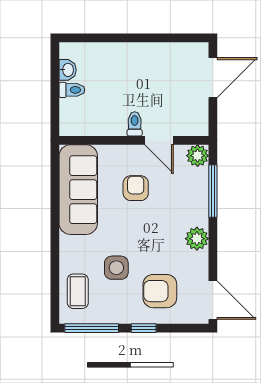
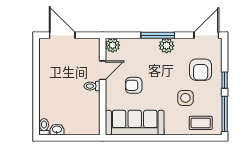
toilet: (72, 90) -> (44, 127), moved
window: (213, 191) -> (158, 35), moved

